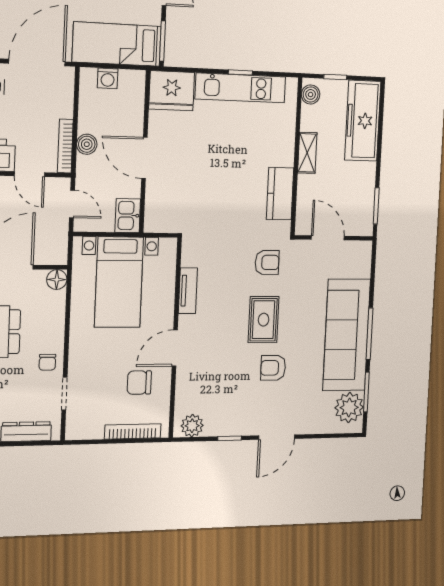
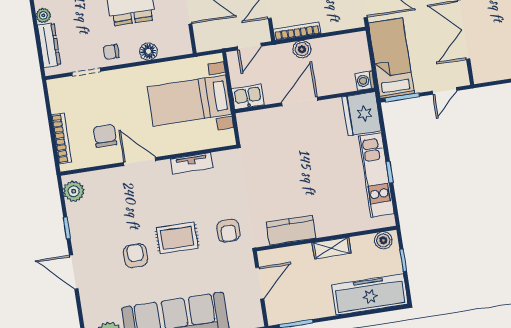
washing machine: (108, 78) -> (365, 81), moved
floor lamp: (57, 280) -> (148, 51), moved

